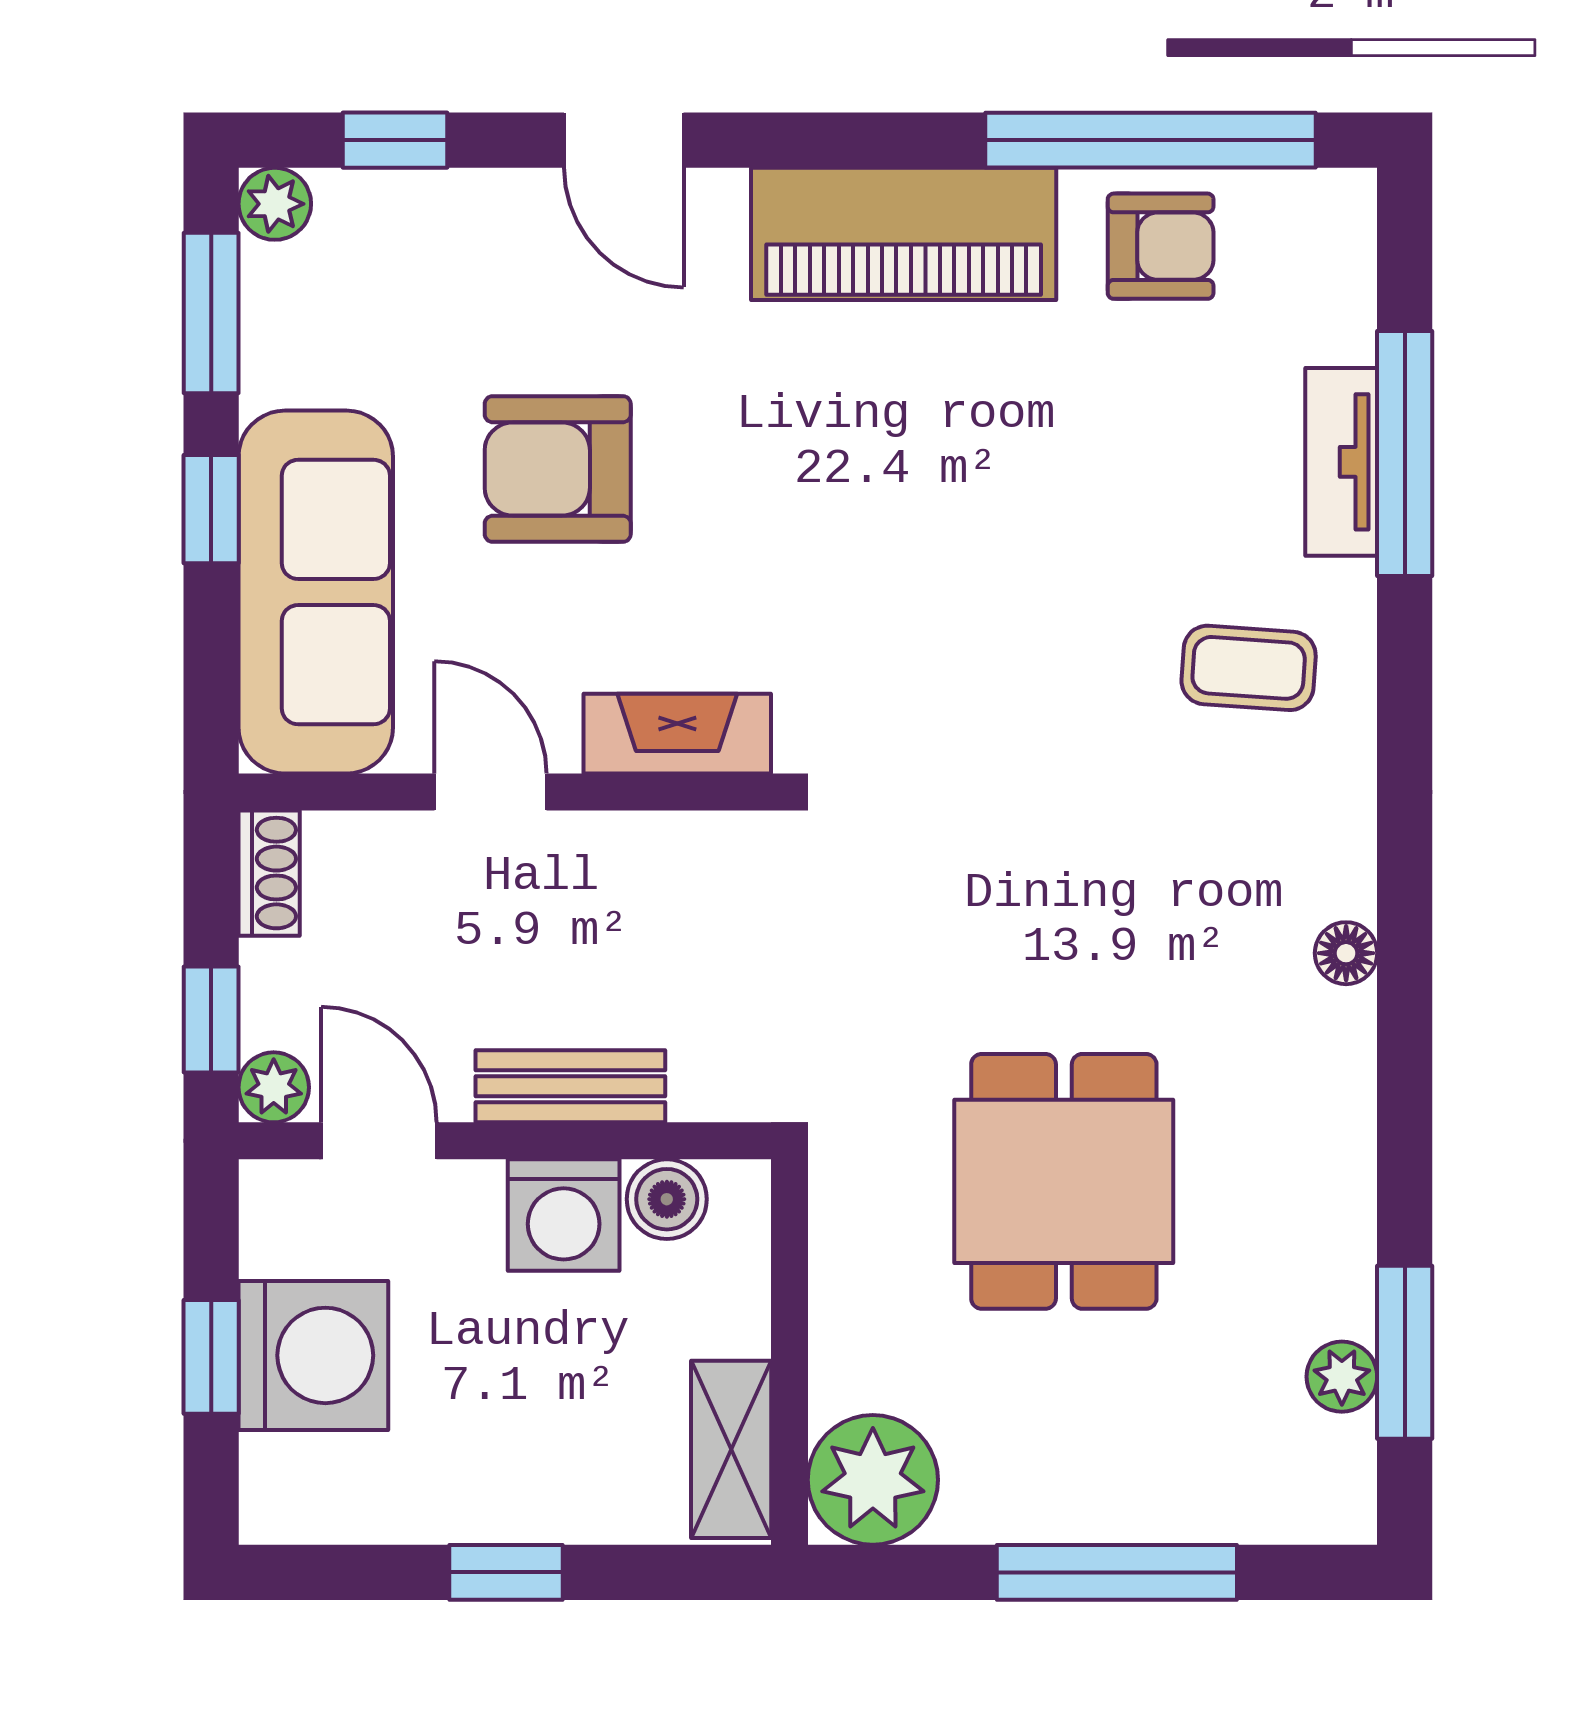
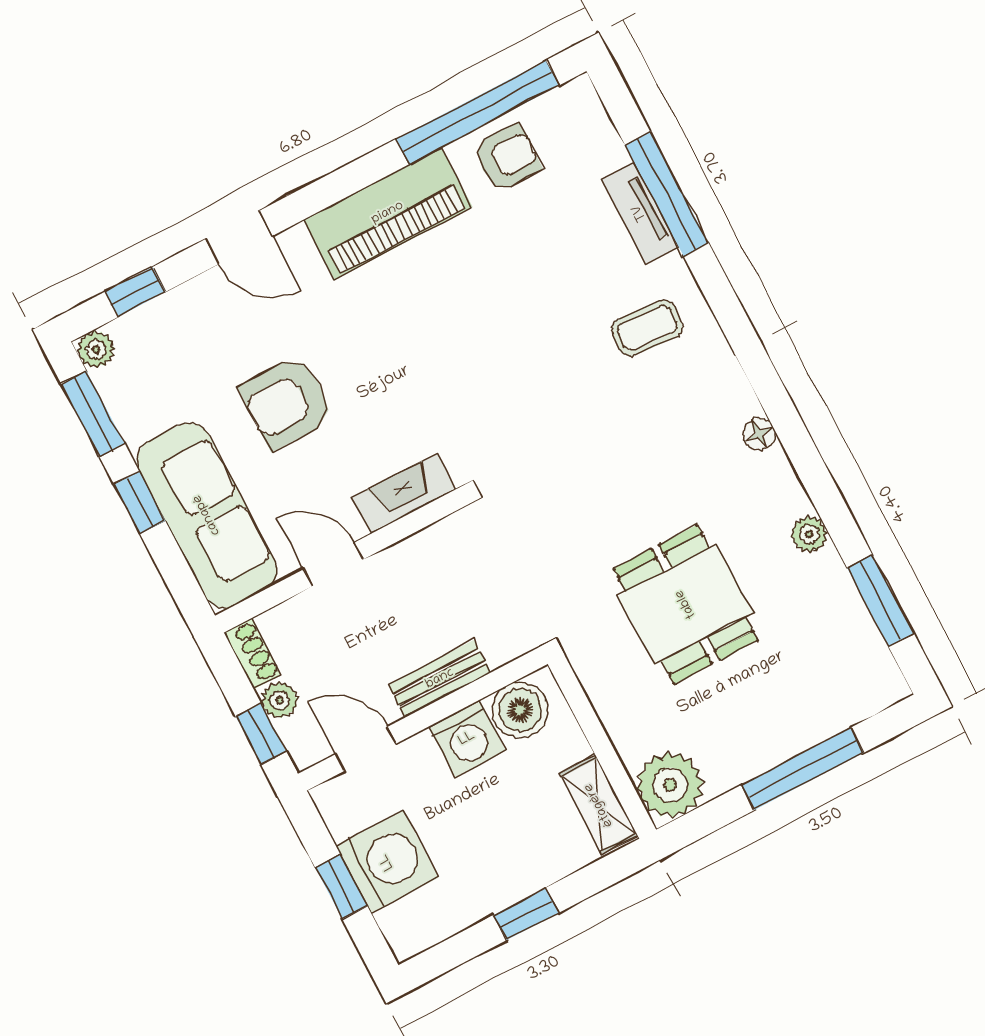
plant: (274, 1087) -> (280, 700), moved
boiler: (667, 1199) -> (520, 710), width x1.36, depth x1.36
plant: (1342, 1377) -> (809, 534), moved

